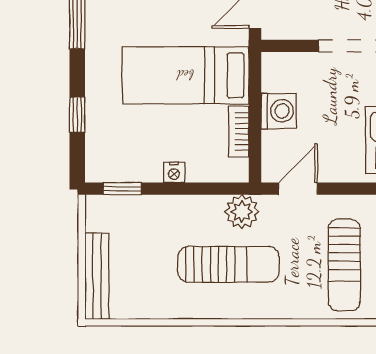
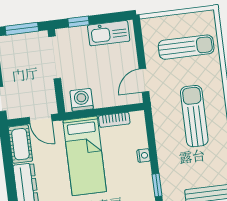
washing machine: (279, 111) -> (82, 100), moved
door: (298, 189) -> (144, 80), hinge flipped
plant: (242, 212) -> (162, 112), removed

